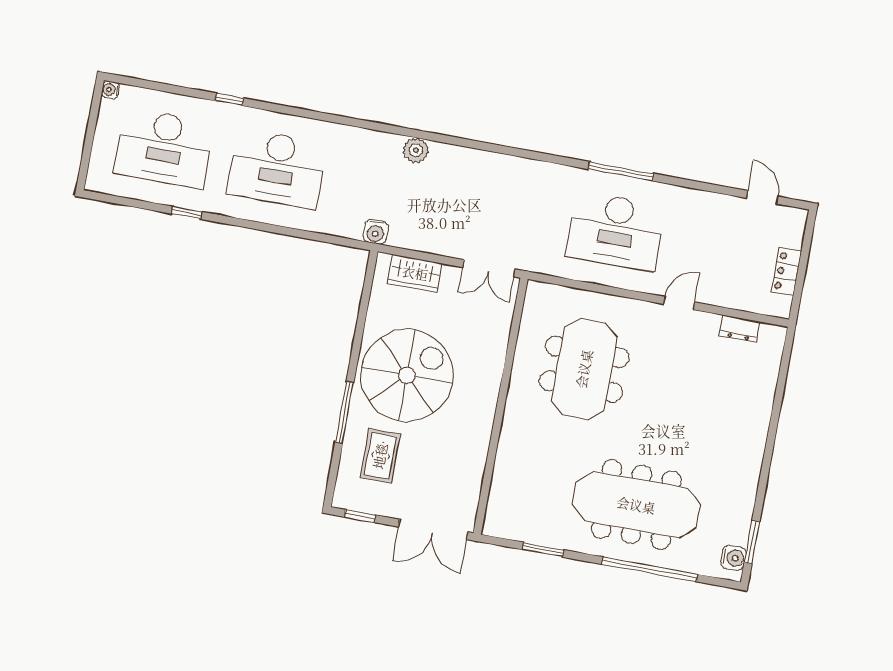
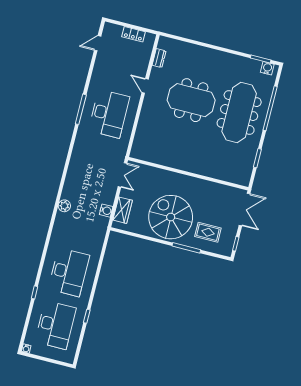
water cooler: (376, 232) -> (106, 211), moved
meeting table: (584, 369) -> (191, 100), moved

